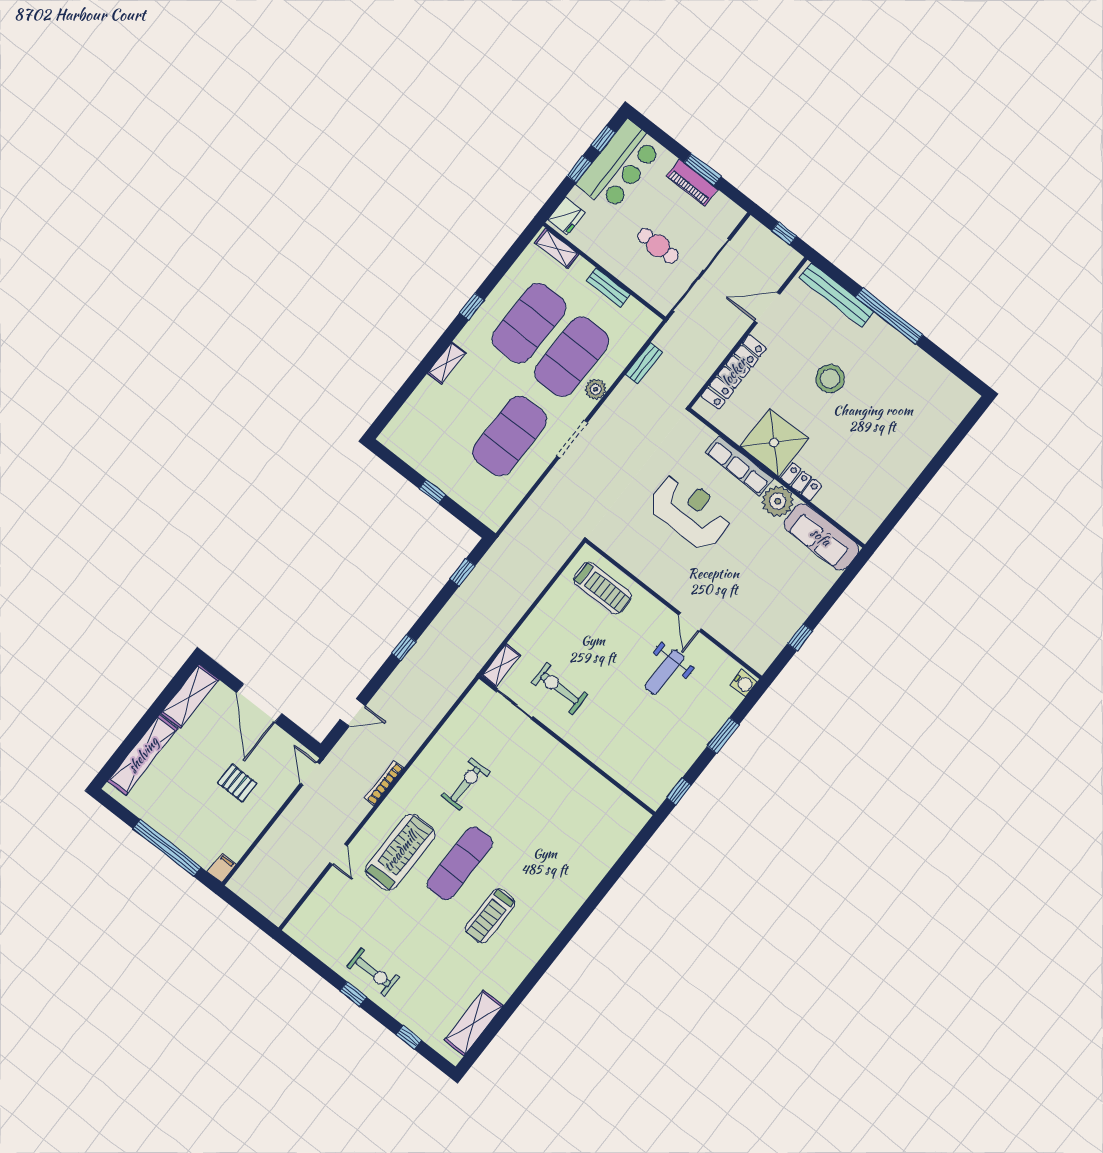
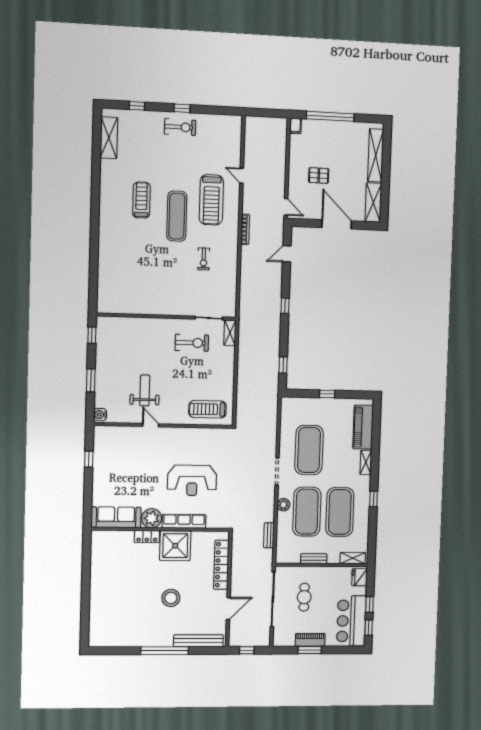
cafe table: (658, 246) -> (304, 597), turned 90
piano: (416, 412) -> (363, 427), added
exercise bike: (465, 784) -> (204, 259), width x0.73, depth x0.72
exercise bike: (373, 972) -> (180, 127), turned 180

